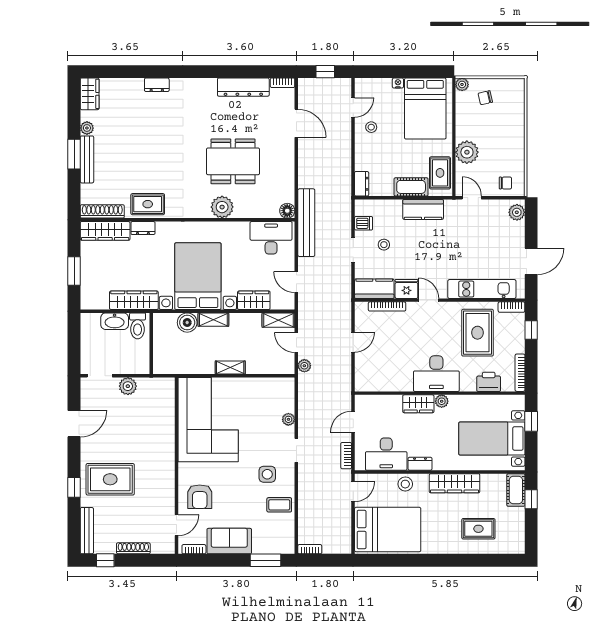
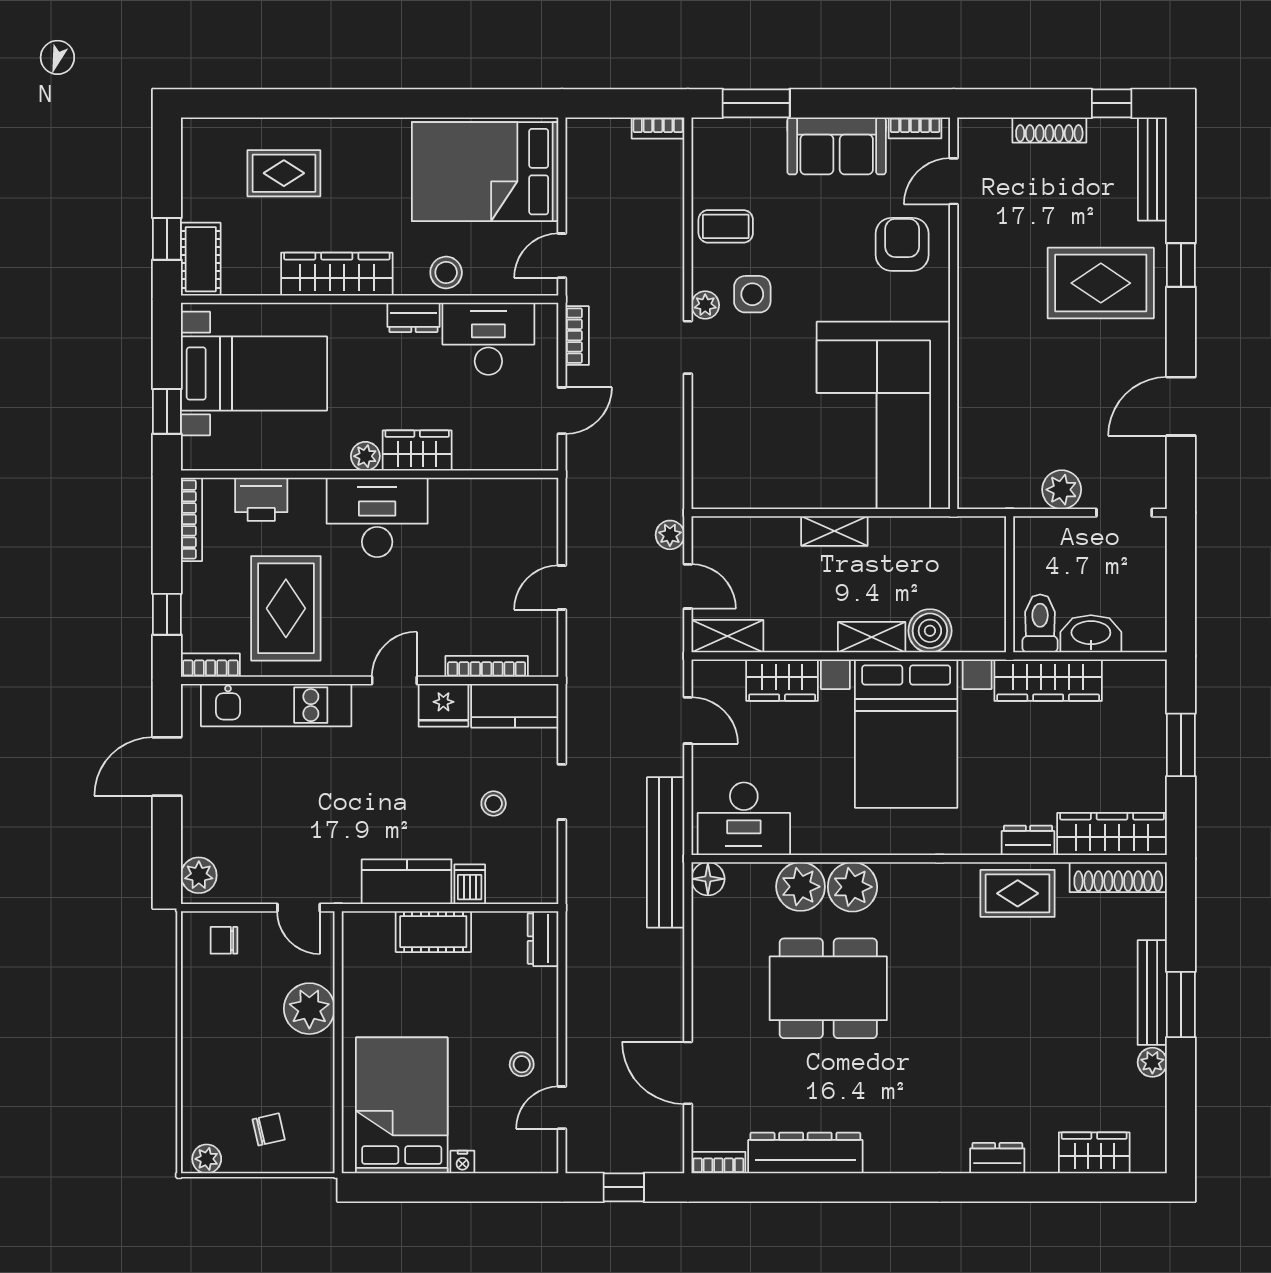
plant: (462, 84) -> (207, 1159), moved
wardrobe: (90, 94) -> (1094, 1153), moved, turned 90
rug: (440, 173) -> (369, 963), removed
plant: (245, 207) -> (801, 887), added
dishwasher: (364, 223) -> (470, 884), moved, turned 90
door: (429, 300) -> (394, 680), swing flipped
plant: (288, 419) -> (705, 305), moved

